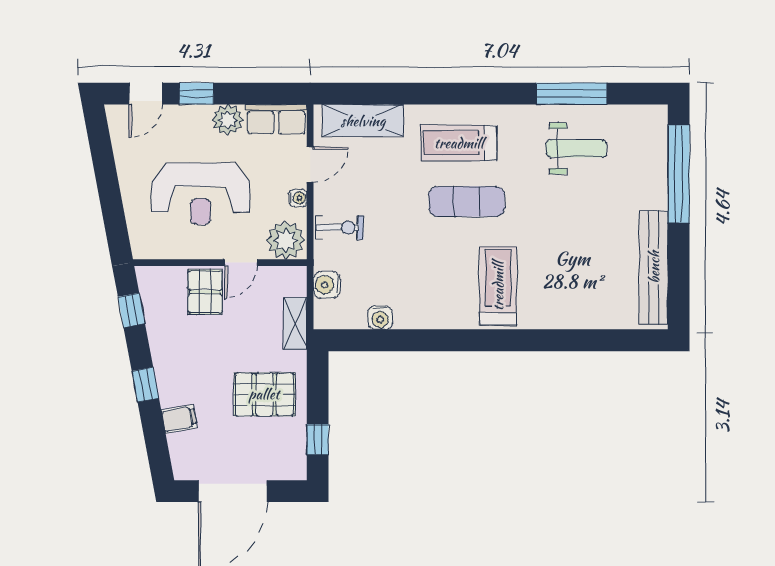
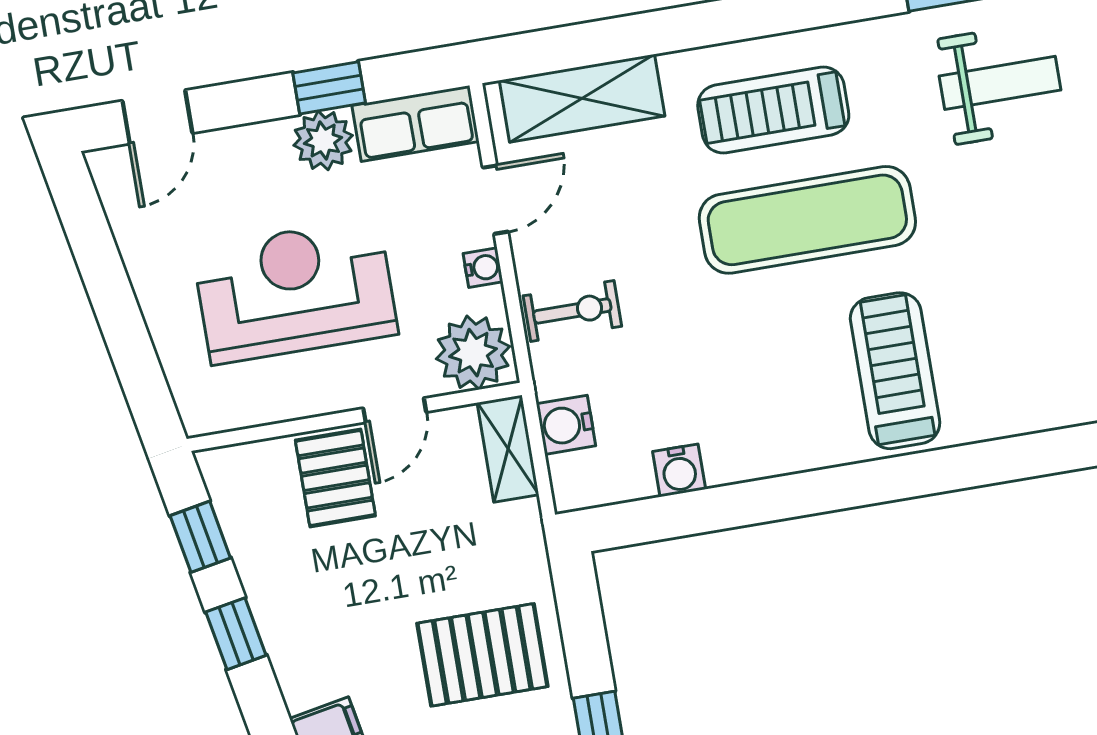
window: (196, 94) -> (329, 88), moved
reception desk: (201, 194) -> (295, 291), turned 180
exercise mat: (467, 202) -> (807, 220), width x1.36, depth x1.45
shelving: (295, 324) -> (508, 449), moved
window: (145, 385) -> (236, 634), moved

